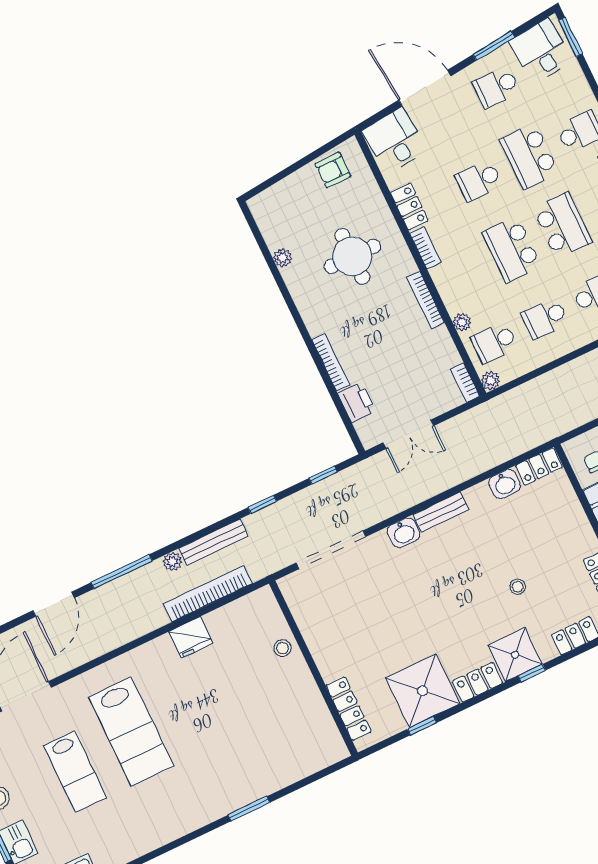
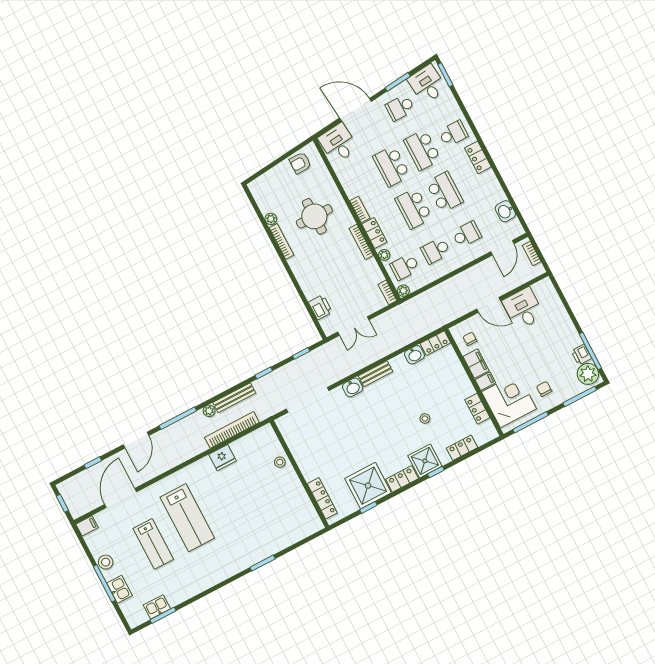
school desk: (479, 180) -> (391, 166), width x1.85
locker: (409, 207) -> (374, 233), moved
bookcase: (331, 362) -> (281, 241), moved

